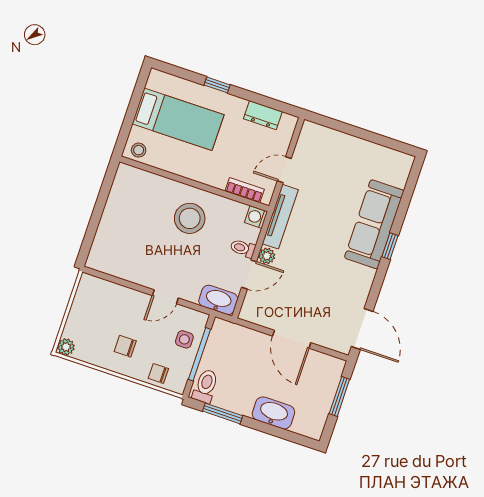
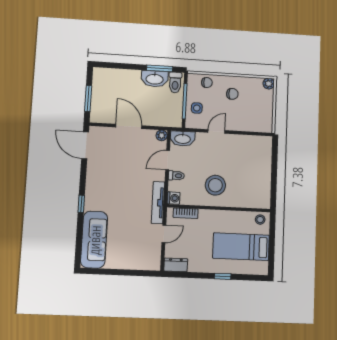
dresser: (263, 115) -> (176, 265), moved
sofa: (374, 224) -> (94, 240), moved
plant: (267, 256) -> (162, 135), moved
washbasin: (273, 413) -> (155, 79), moved

